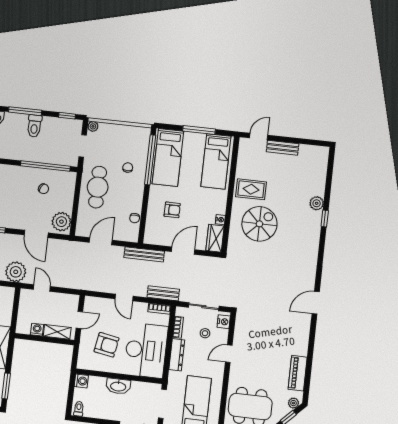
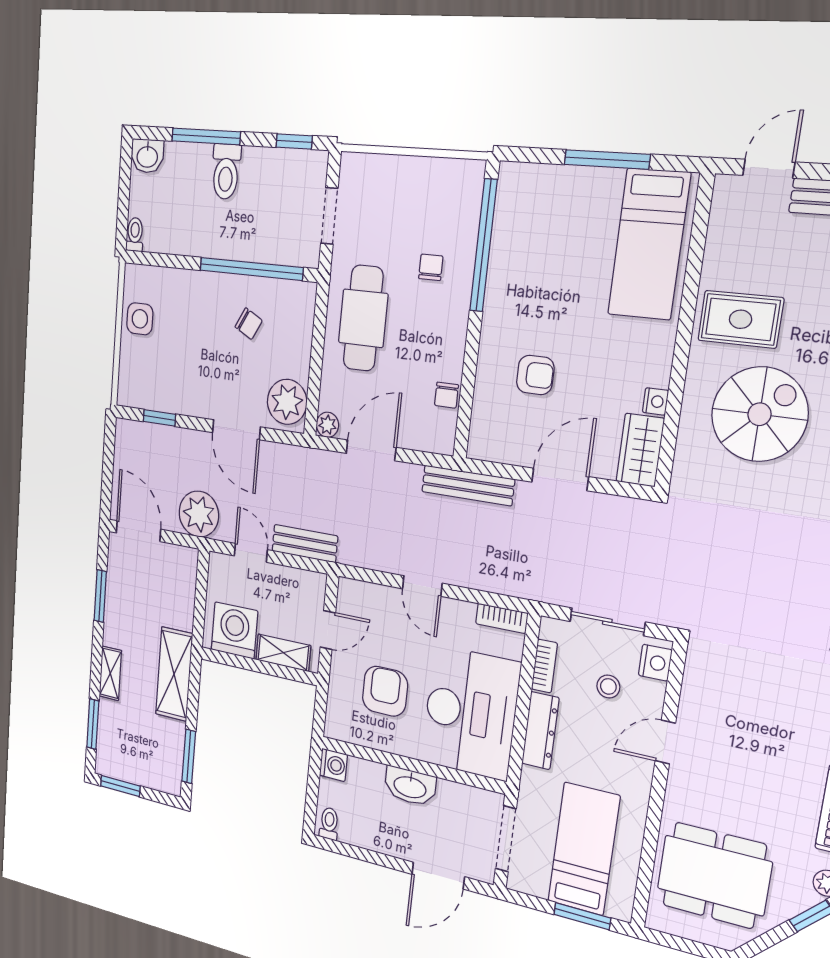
plant: (93, 126) -> (327, 425), moved
bed: (168, 157) -> (527, 238), removed
bench: (163, 293) -> (305, 544), moved
washing machine: (37, 330) -> (234, 630), width x1.89, depth x1.89
armchair: (107, 345) -> (385, 691), turned -100

